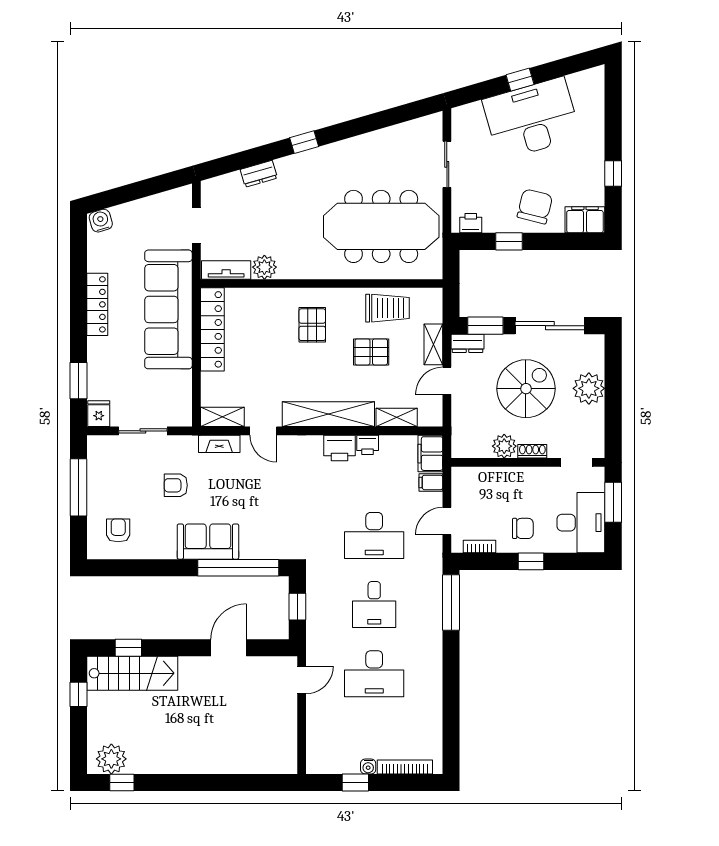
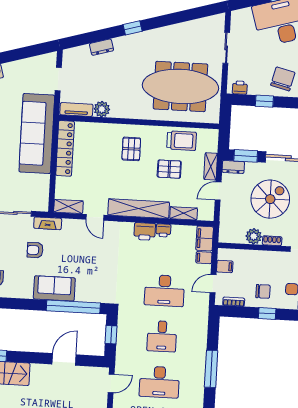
fireplace: (219, 444) -> (48, 223), moved
filing cabinet: (463, 494) -> (225, 266), added
window: (451, 602) -> (211, 369), moved

